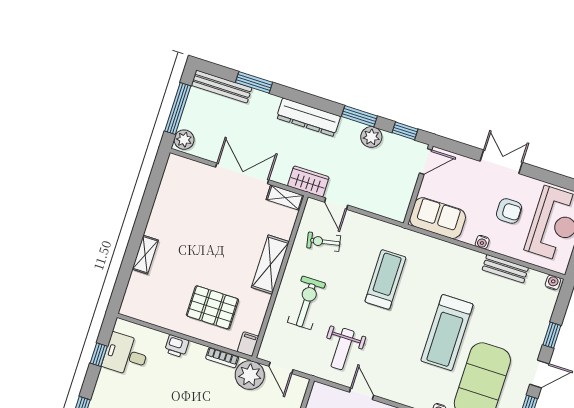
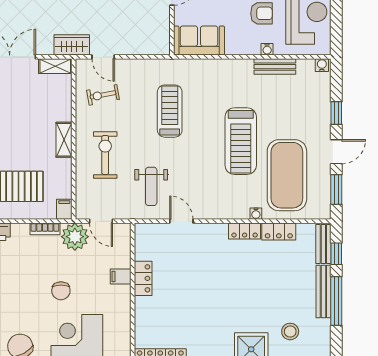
water cooler: (482, 242) -> (267, 49), moved
shelving: (270, 265) -> (64, 140), width x0.67, depth x0.75

